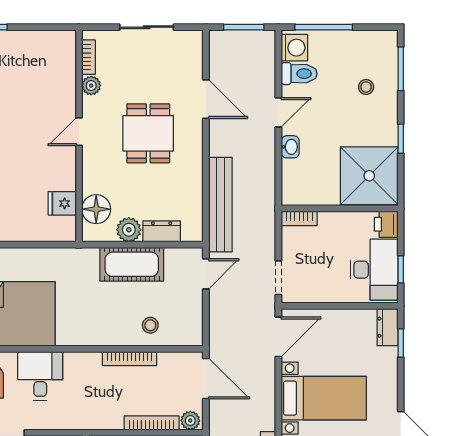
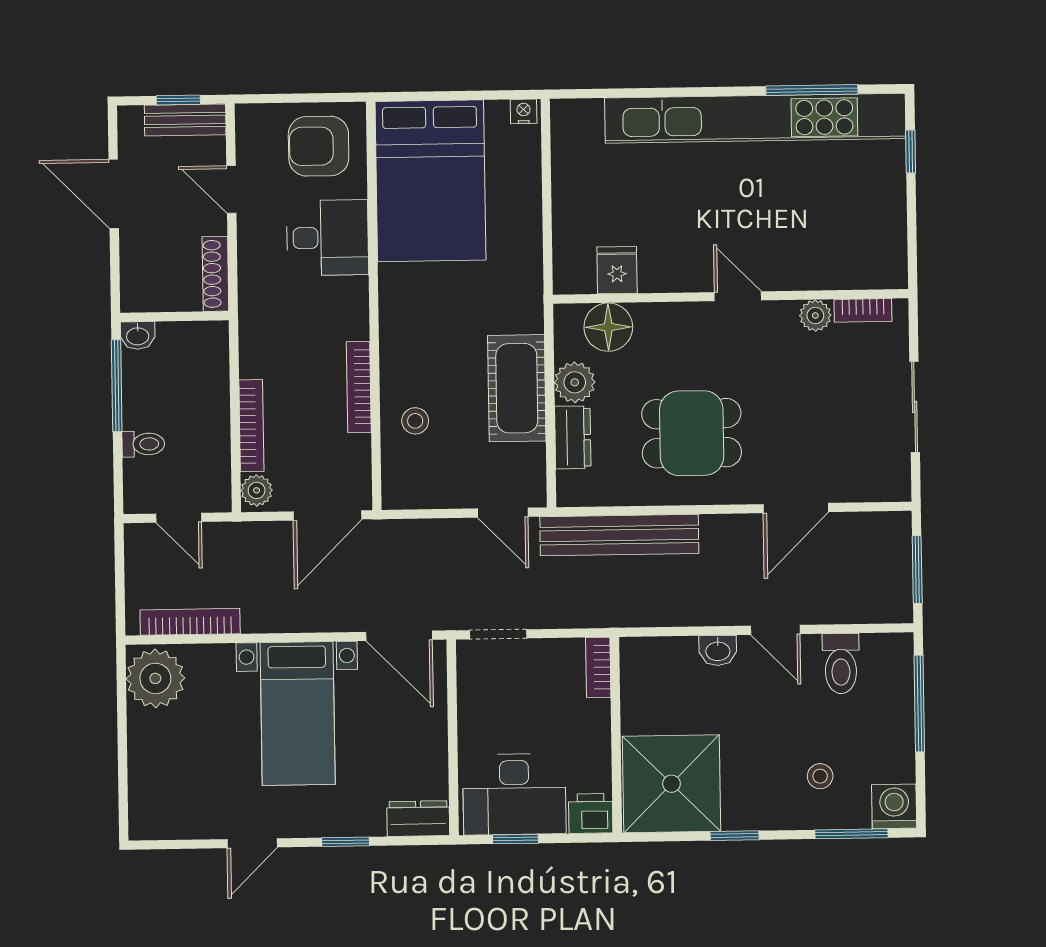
washing machine: (294, 48) -> (894, 806), moved, turned 180
dining table: (148, 133) -> (692, 433), moved
window: (401, 343) -> (346, 842), moved

